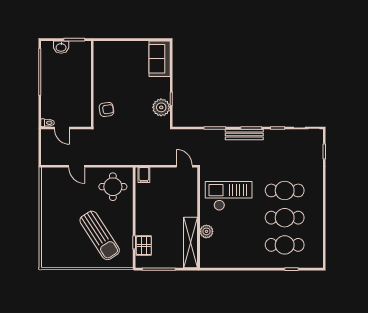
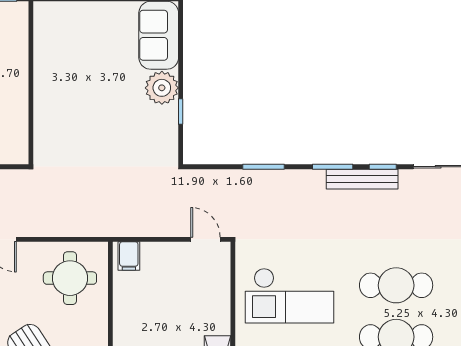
plant: (161, 107) -> (162, 88), moved
armchair: (106, 109) -> (58, 132), removed
bench: (244, 134) -> (362, 179), moved
checkout: (229, 196) -> (290, 296), turned 180

